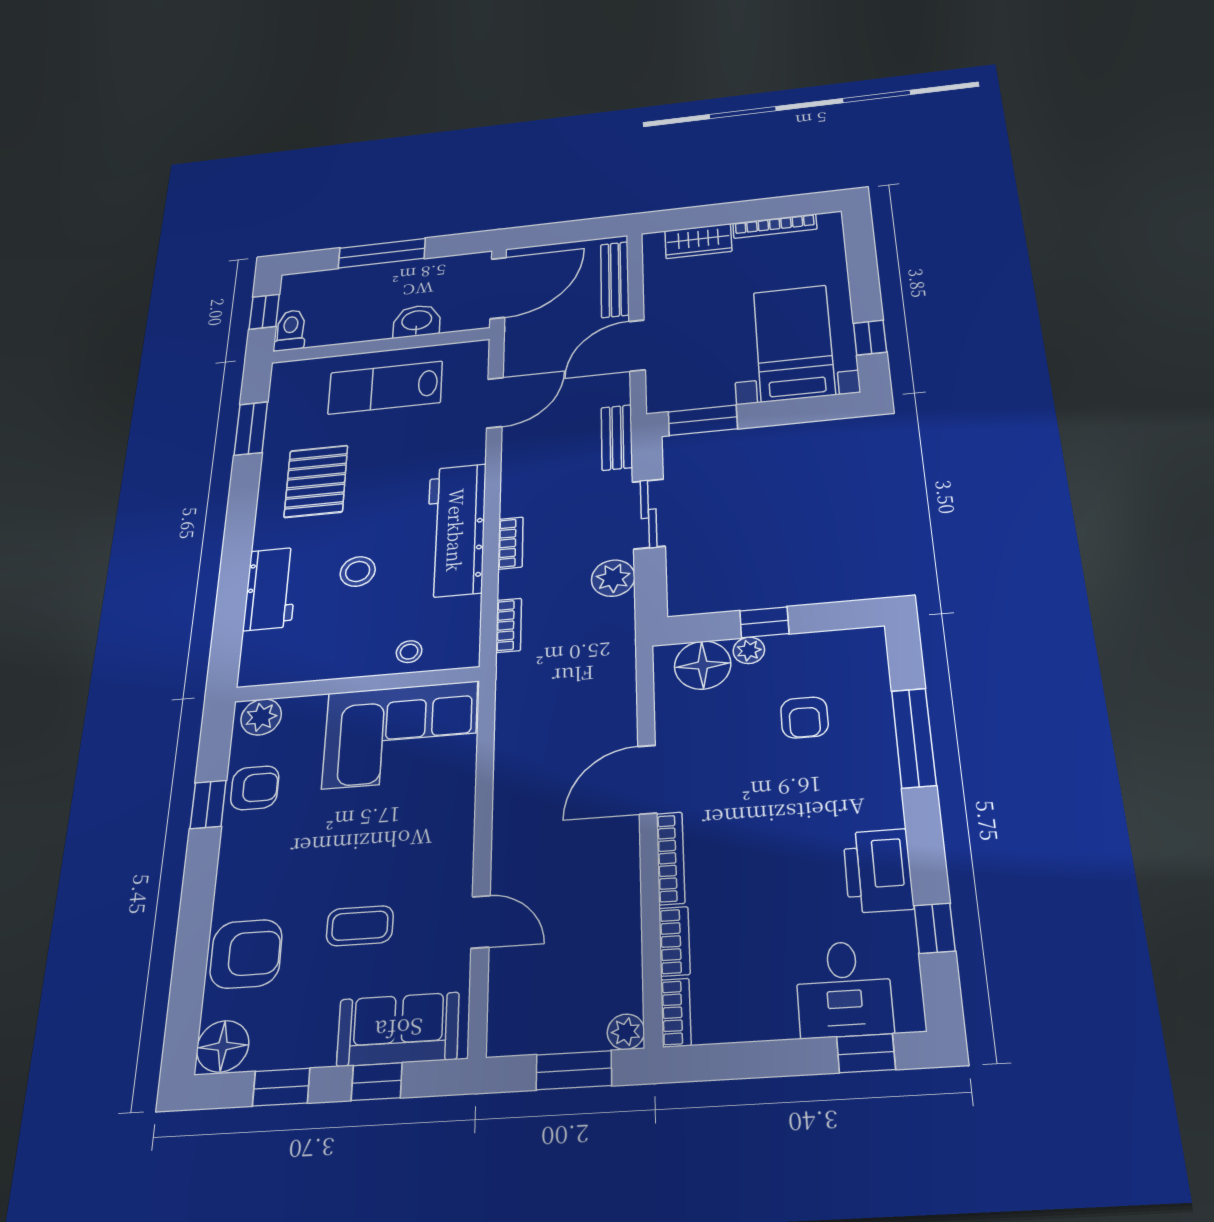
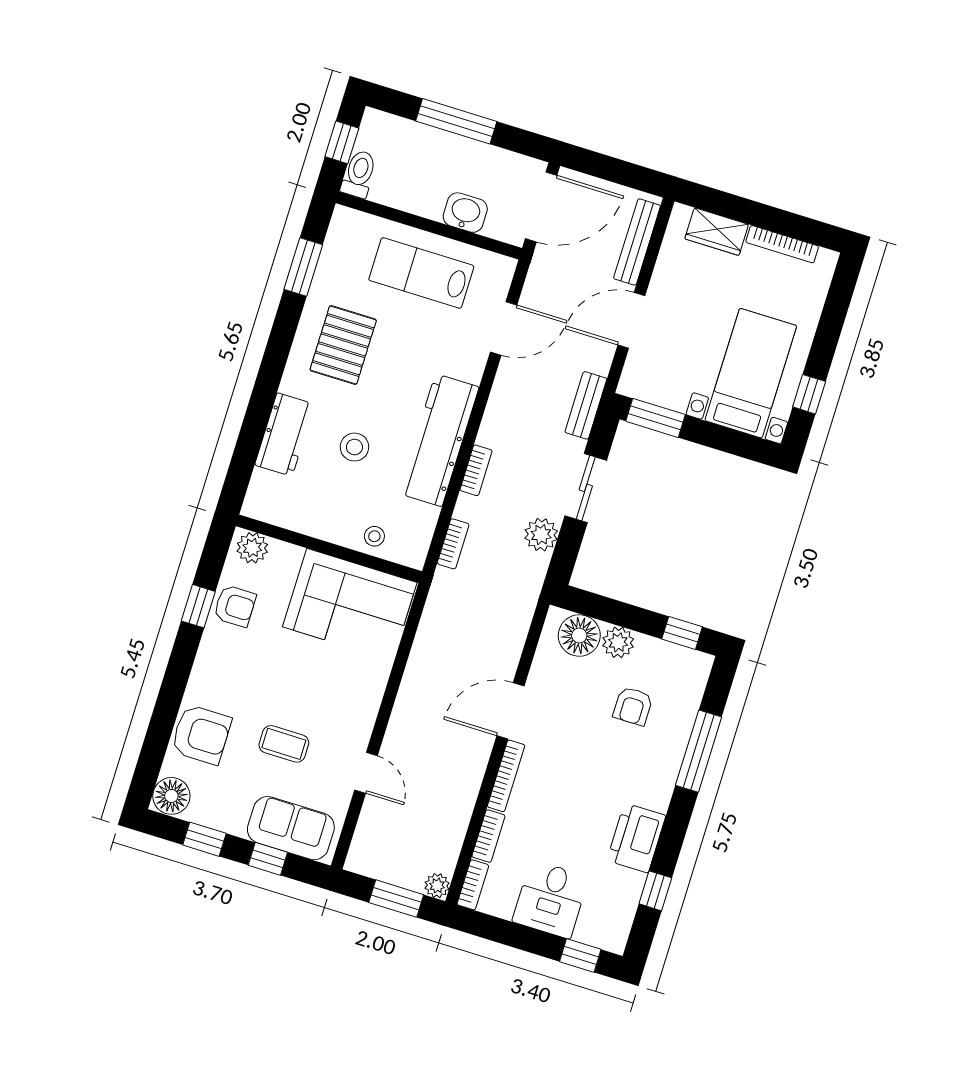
window: (764, 622) -> (682, 633), moved
plant: (749, 650) -> (618, 642), width x1.38, depth x1.38
desk: (844, 989) -> (551, 899), moved

